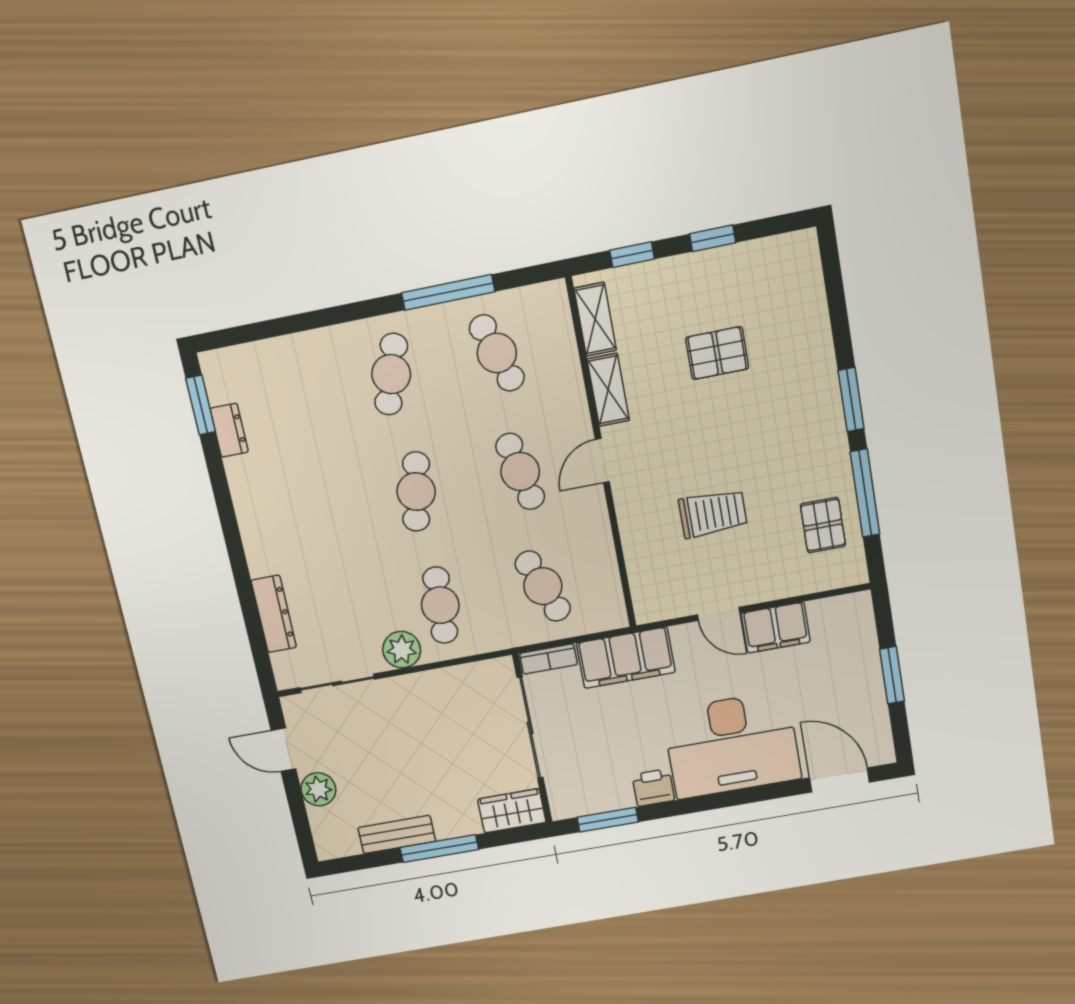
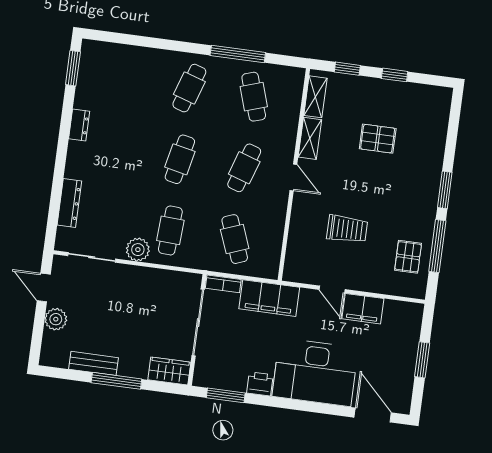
dresser: (229, 430) -> (79, 125), moved
door: (602, 461) -> (293, 177), swing flipped
cafe table: (520, 471) -> (244, 168), turned 30

